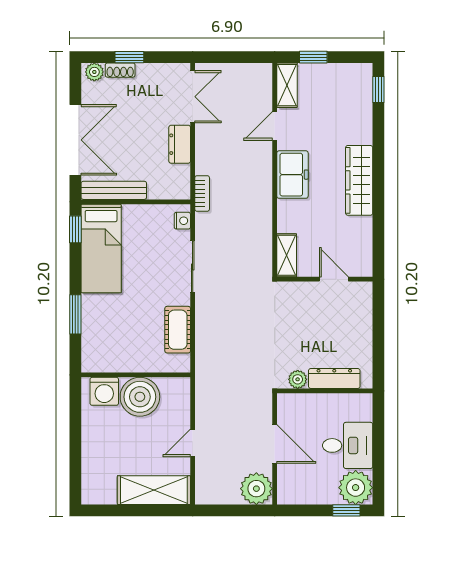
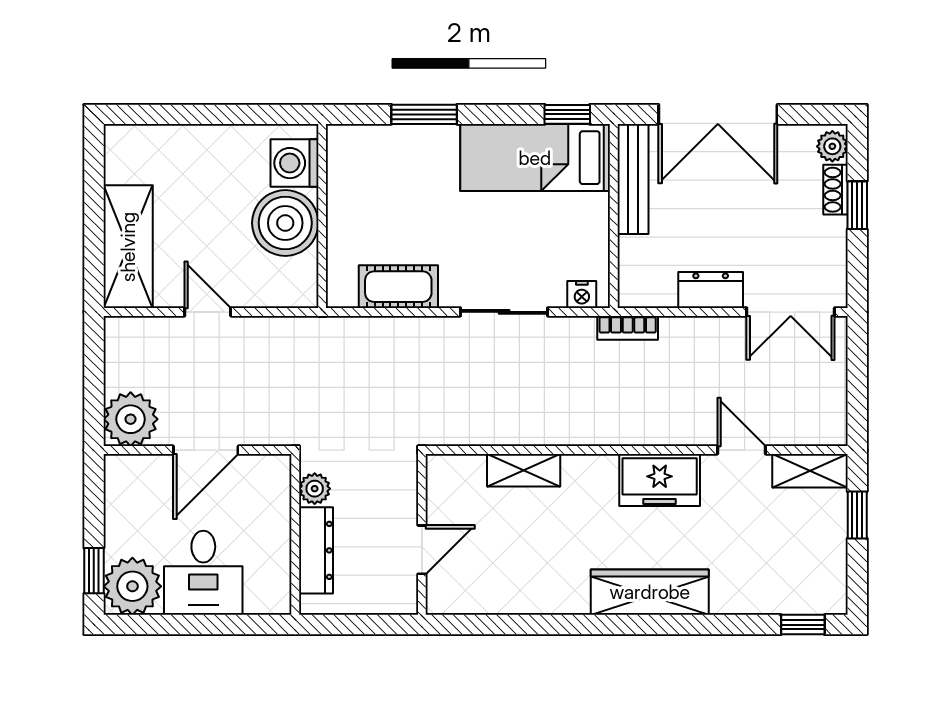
wall: (325, 279) -> (422, 534), moved
door: (334, 279) -> (422, 550), moved

